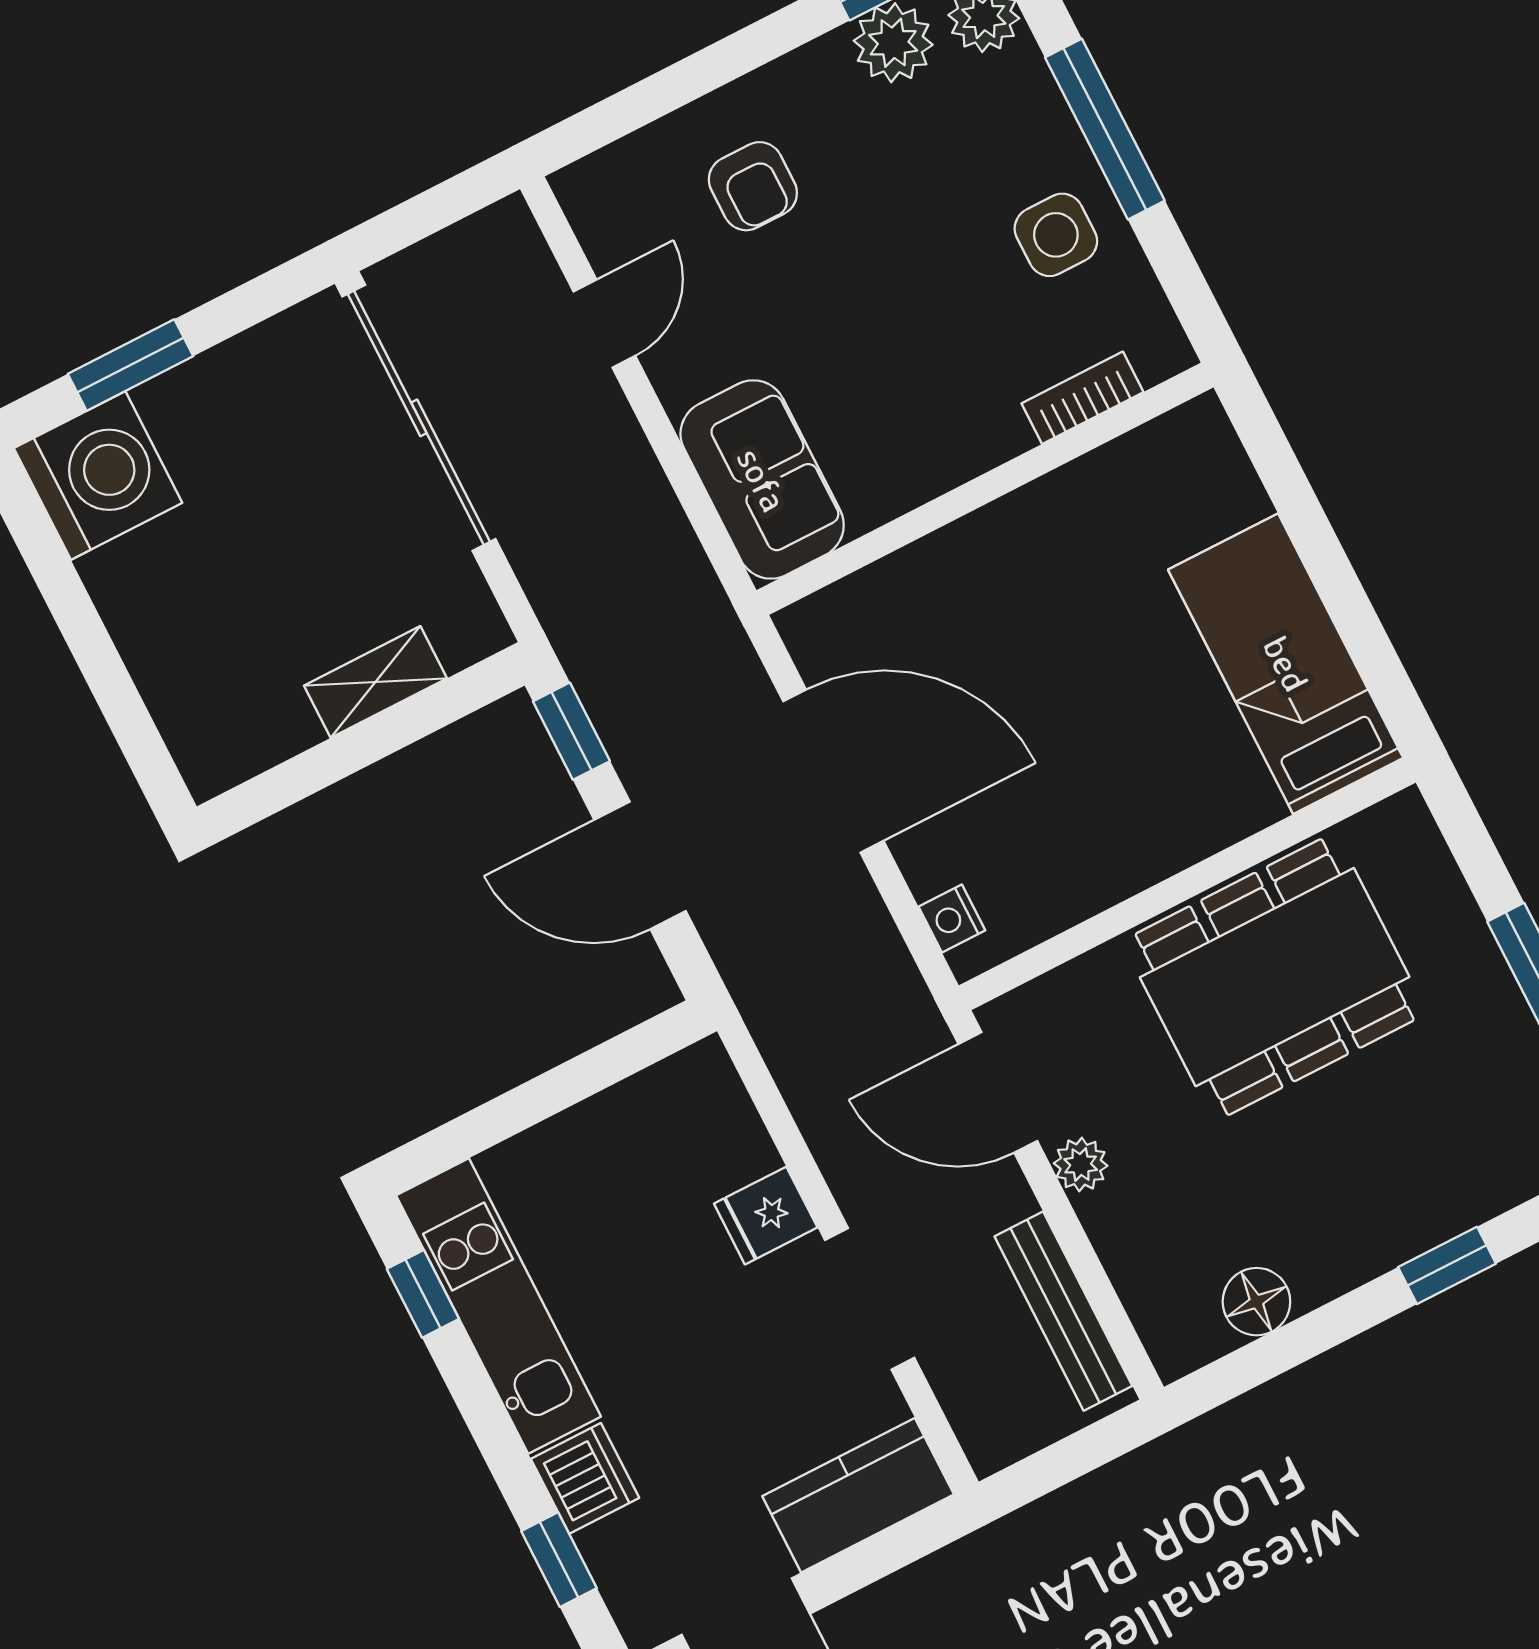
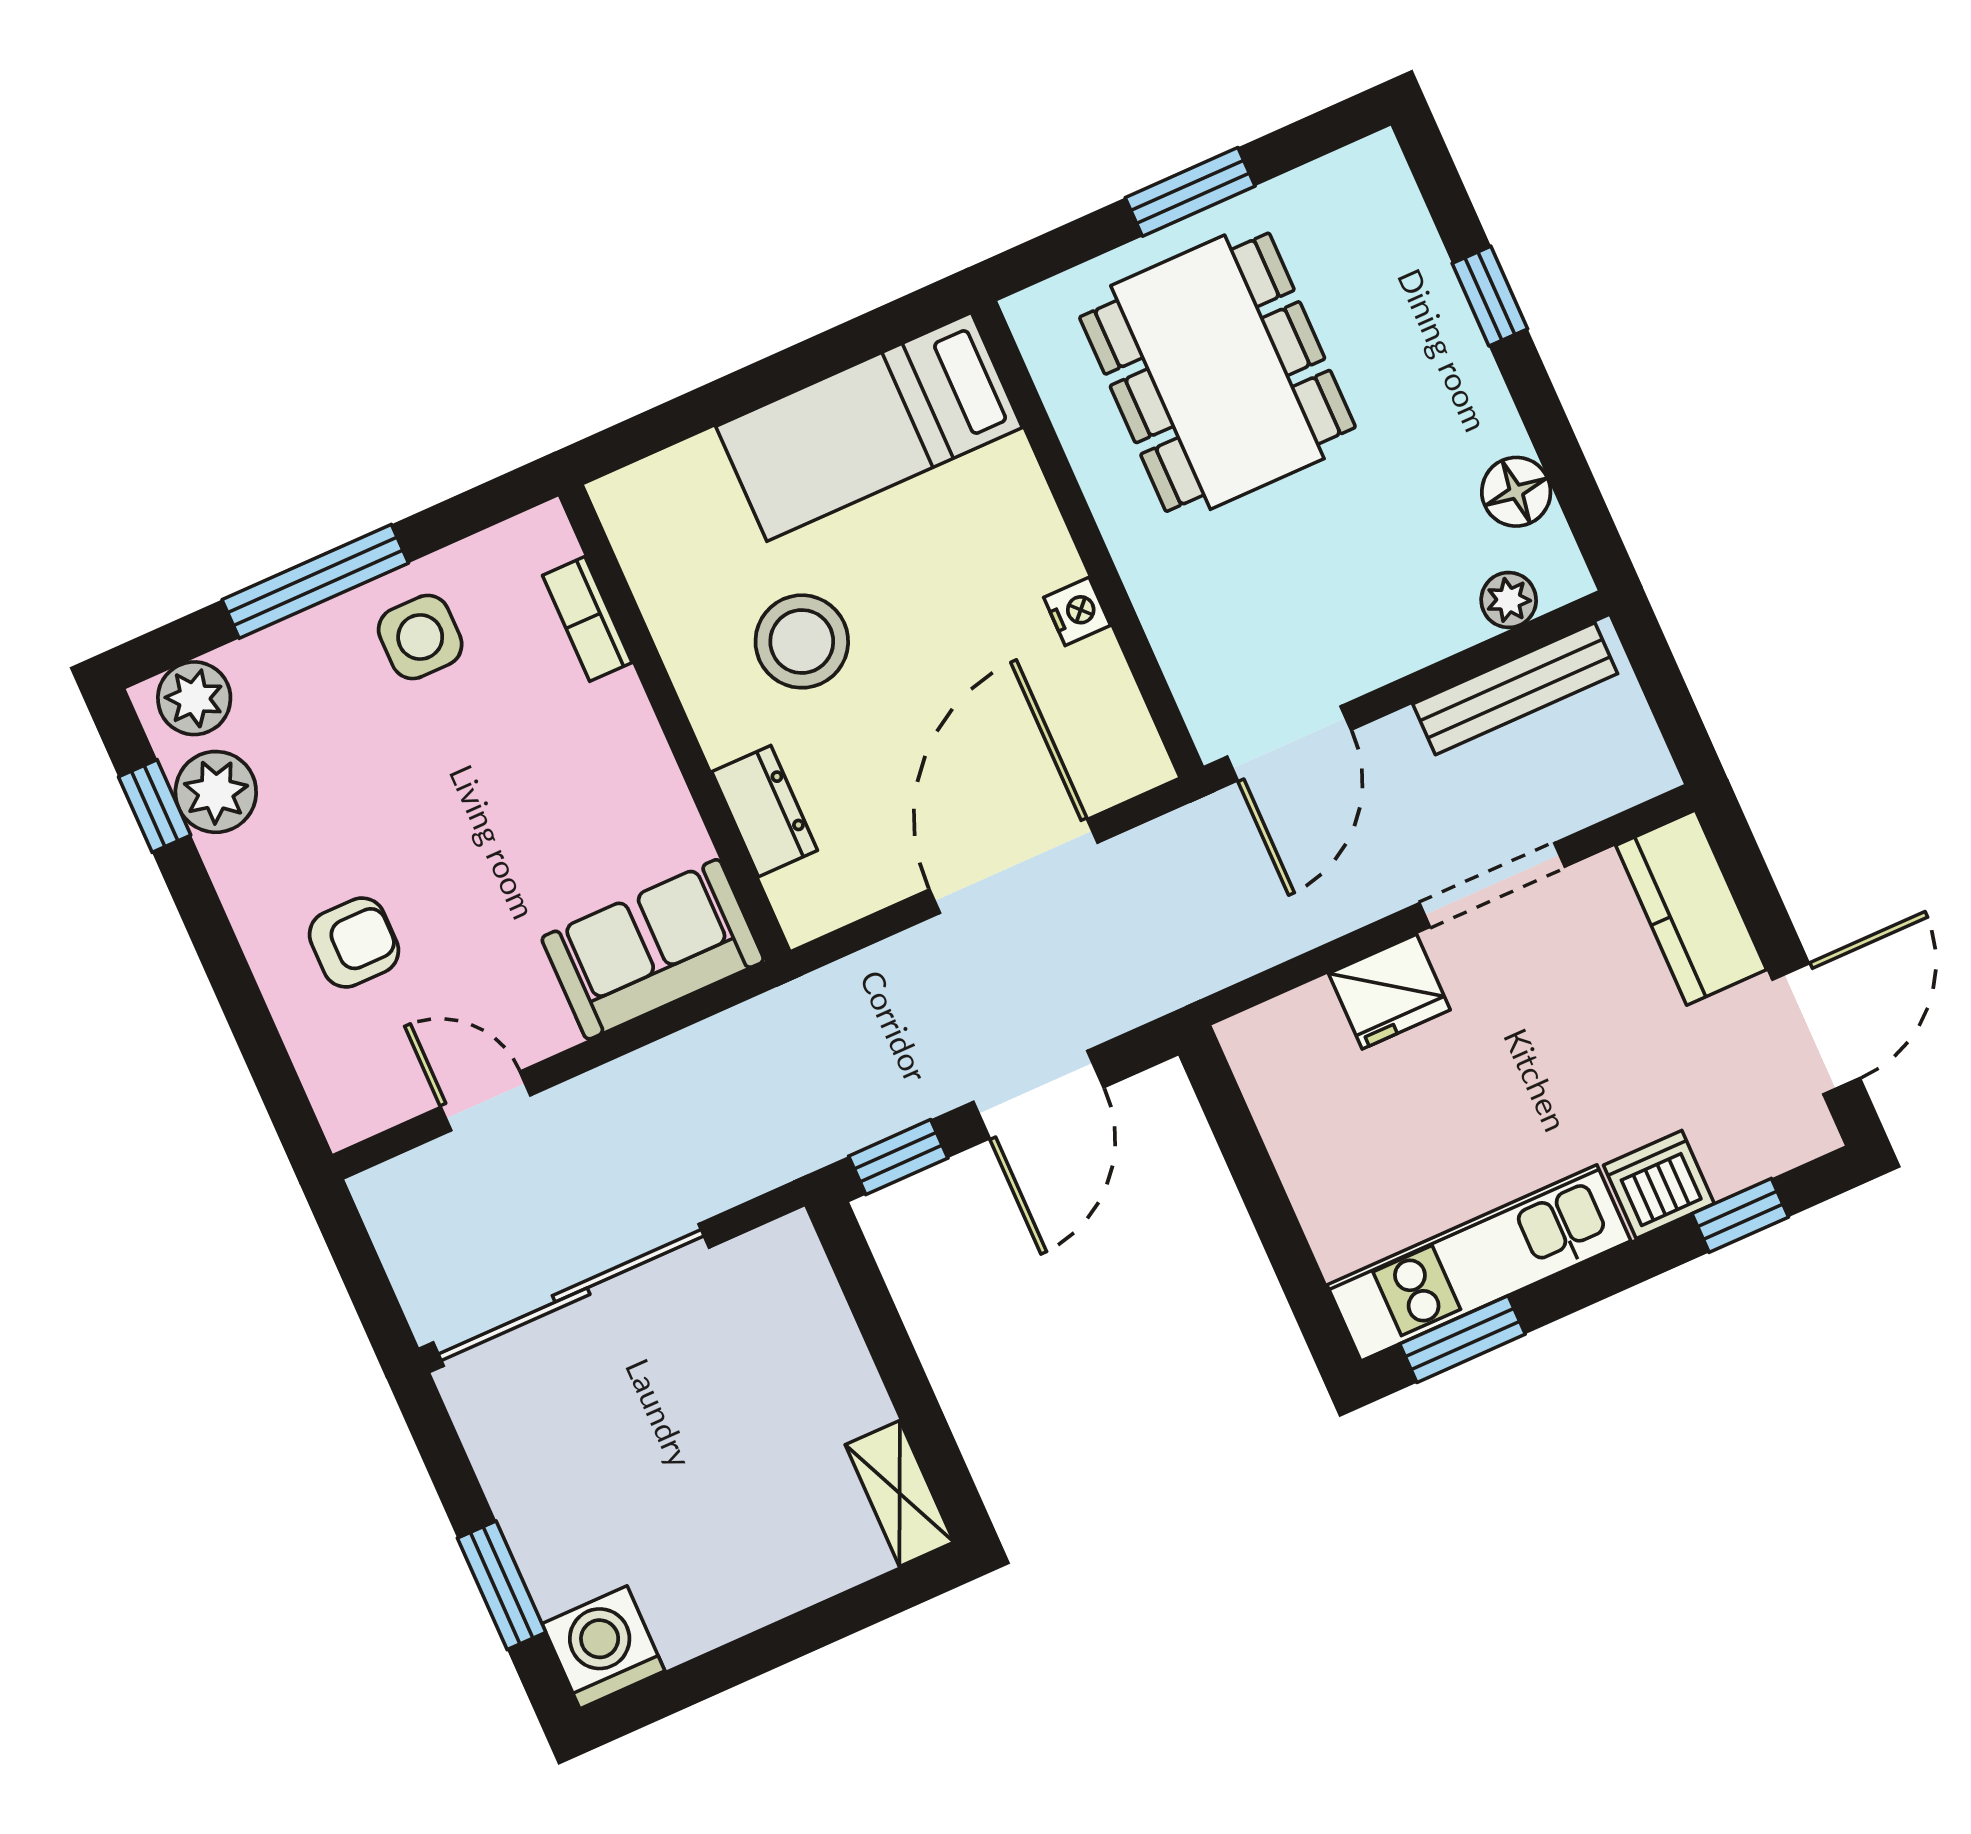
washing machine: (98, 476) -> (603, 1647), width x0.73, depth x0.73
dresser: (904, 582) -> (765, 811), added
stool: (1072, 609) -> (802, 641), added
shelving: (375, 682) -> (900, 1493), moved
door: (833, 771) -> (1014, 866), moved
nightstand: (952, 918) -> (1077, 611), moved, turned -90
dining table: (1275, 977) -> (1217, 372), moved
plant: (1081, 1165) -> (1509, 600), moved
fridge: (766, 1216) -> (1389, 992), width x1.38
window: (423, 1294) -> (1462, 1339), width x1.50

